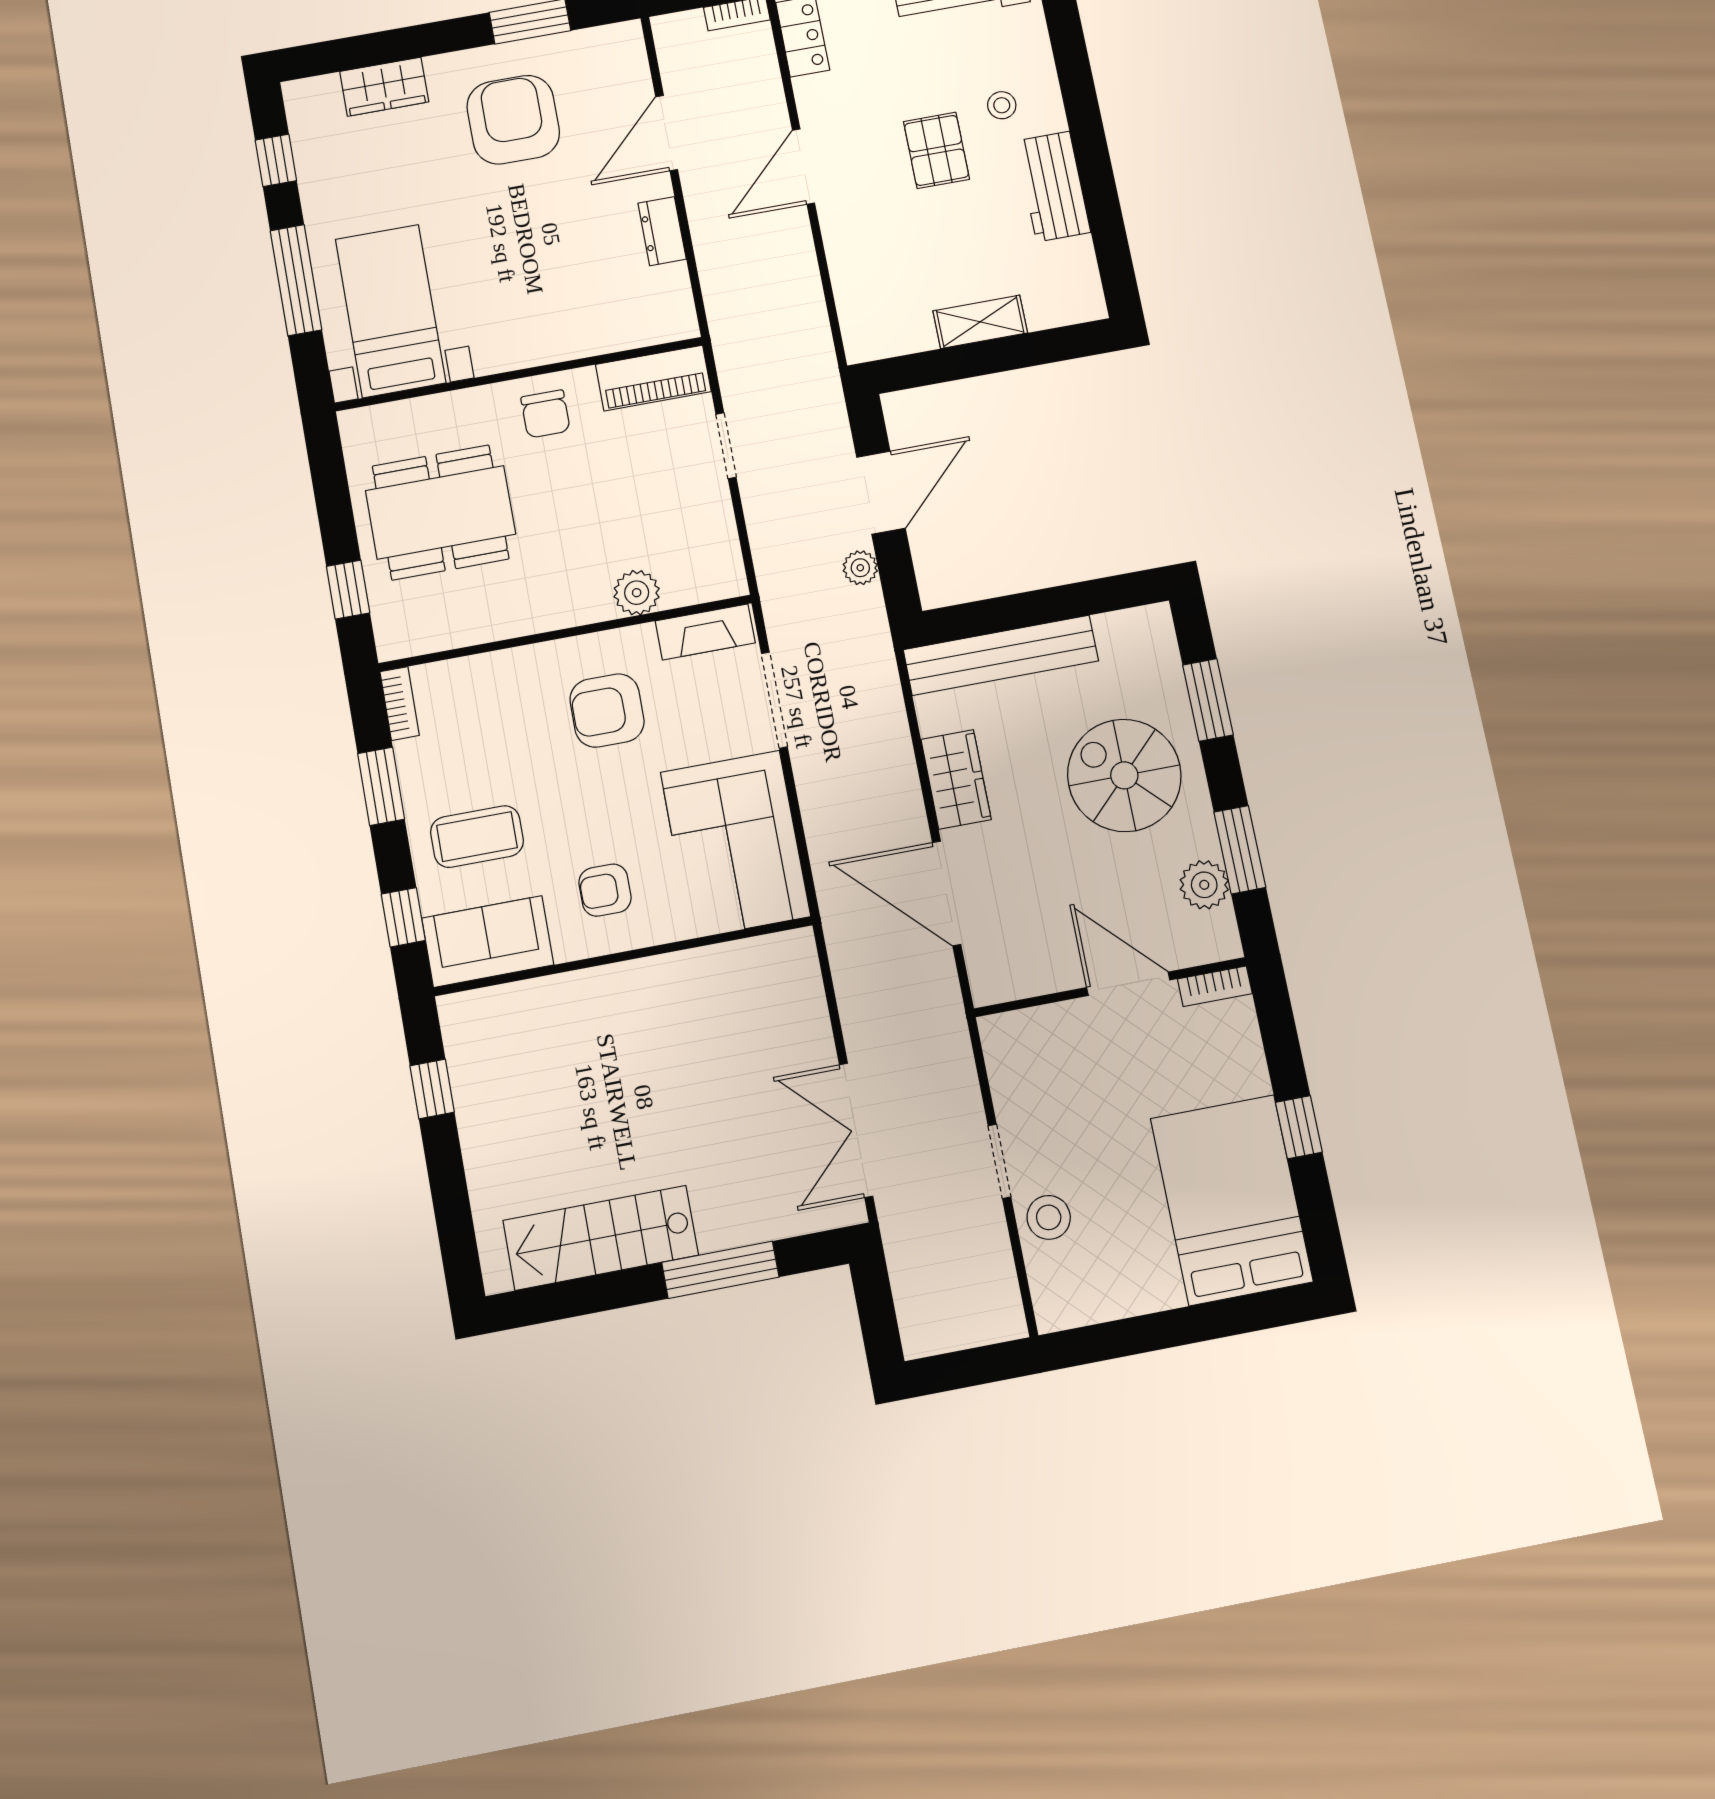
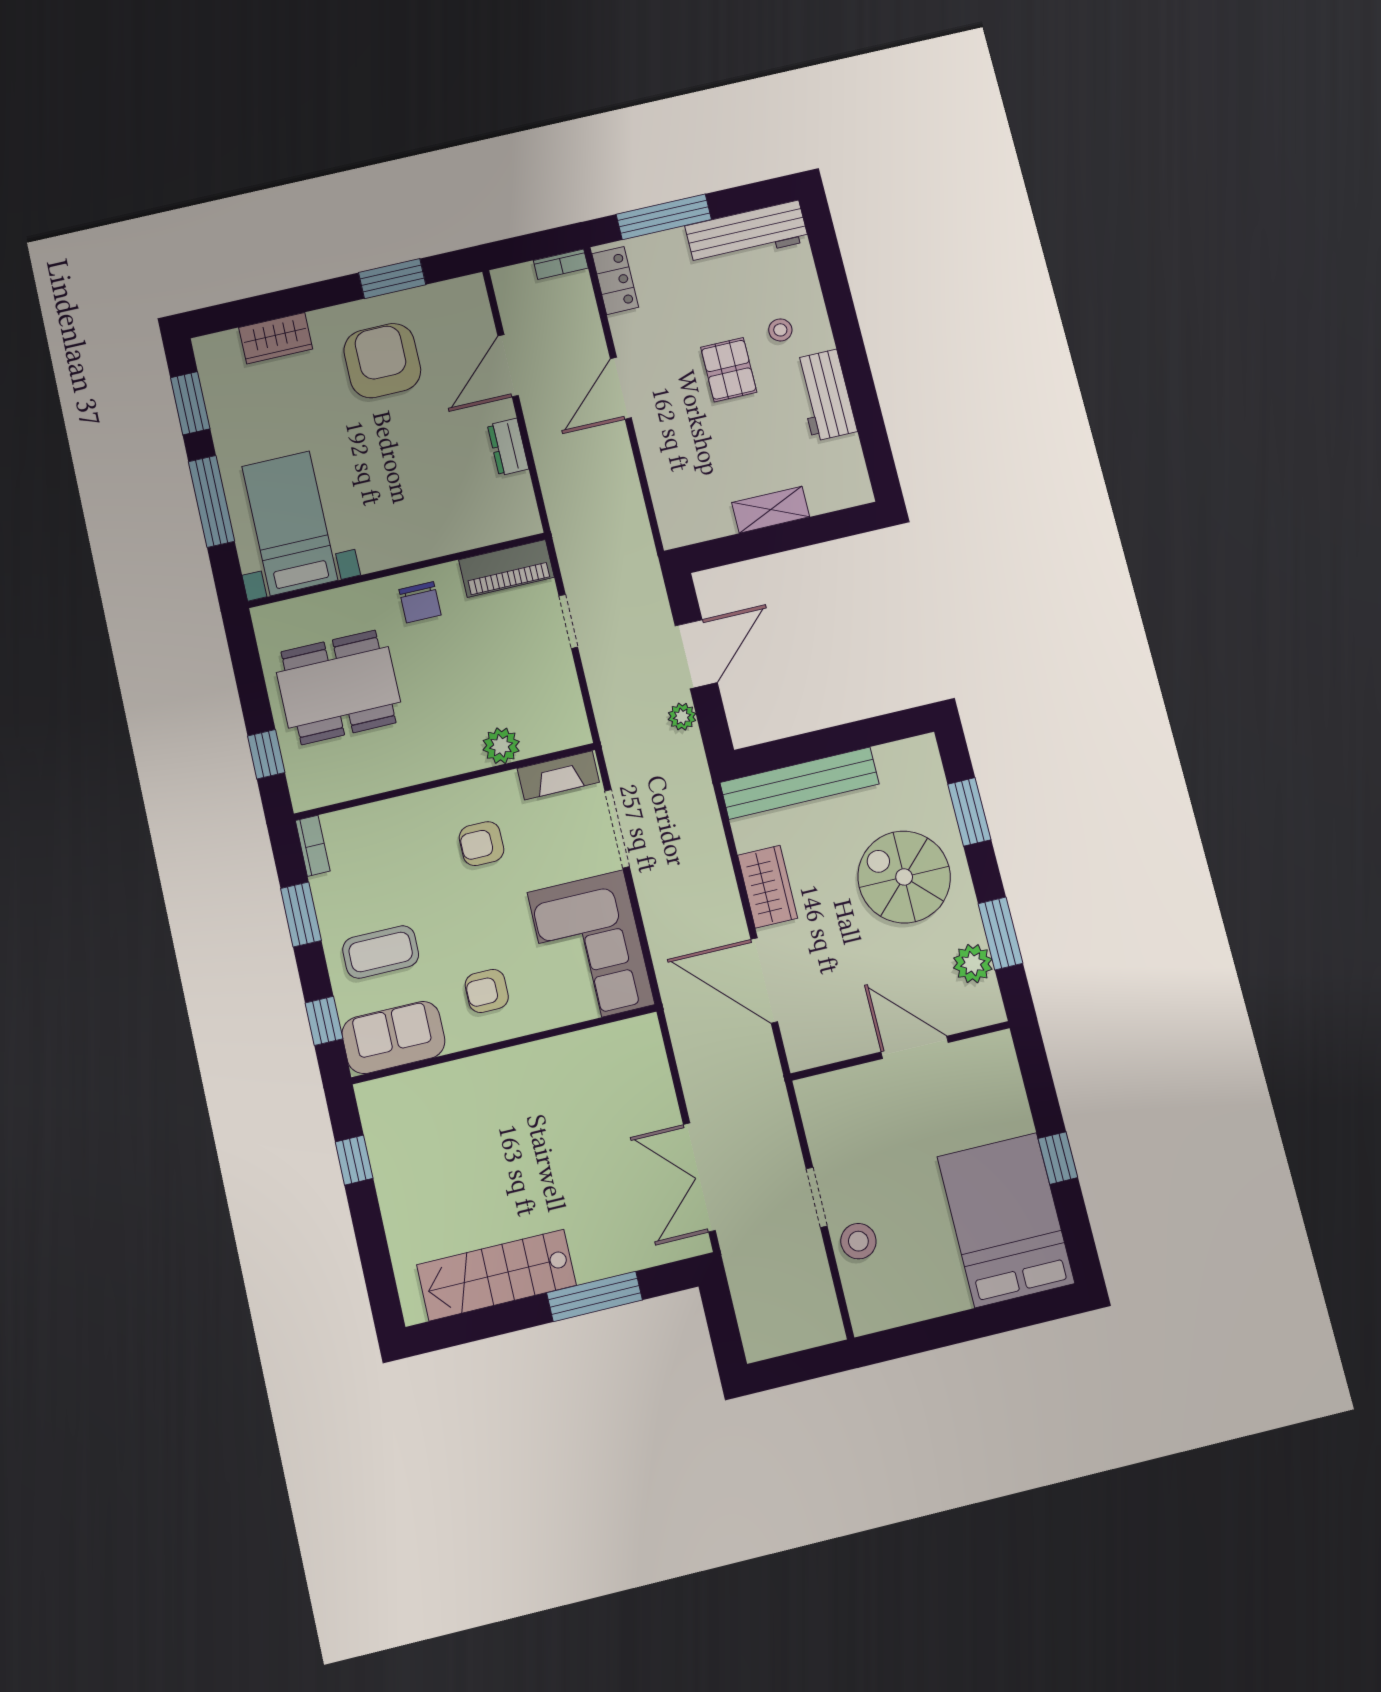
window: (276, 160) -> (190, 403), width x1.50
armchair: (607, 711) -> (482, 844), width x0.72, depth x0.72
bookcase: (1215, 986) -> (985, 1046), removed

